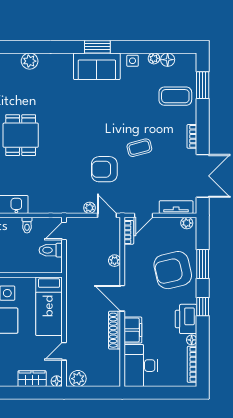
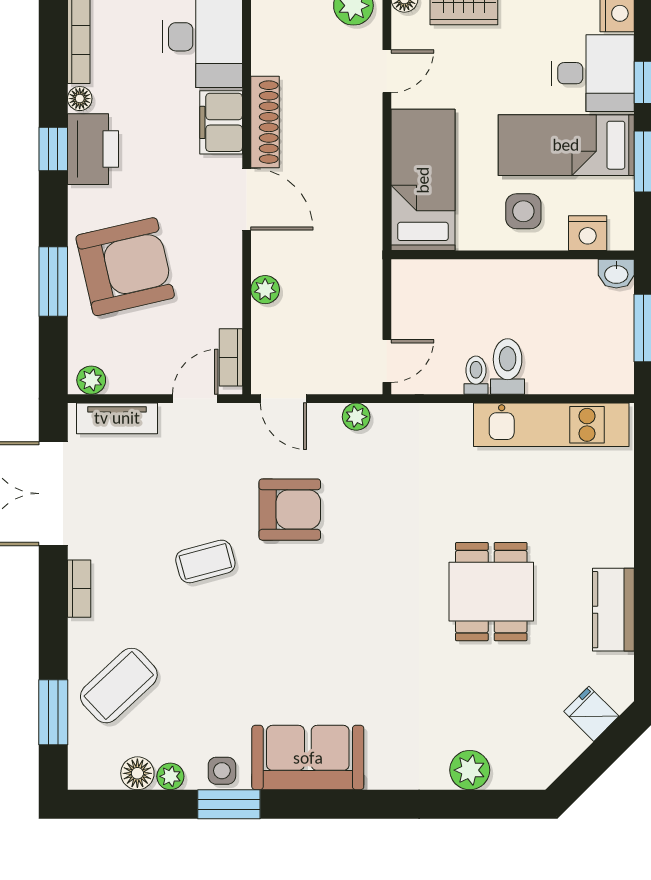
window: (97, 47) -> (229, 804), moved
coffee table: (175, 96) -> (119, 686), turned -43
plant: (89, 208) -> (356, 417), moved
toilet: (51, 250) -> (508, 367), moved, turned -90
window: (203, 307) -> (53, 149), moved

